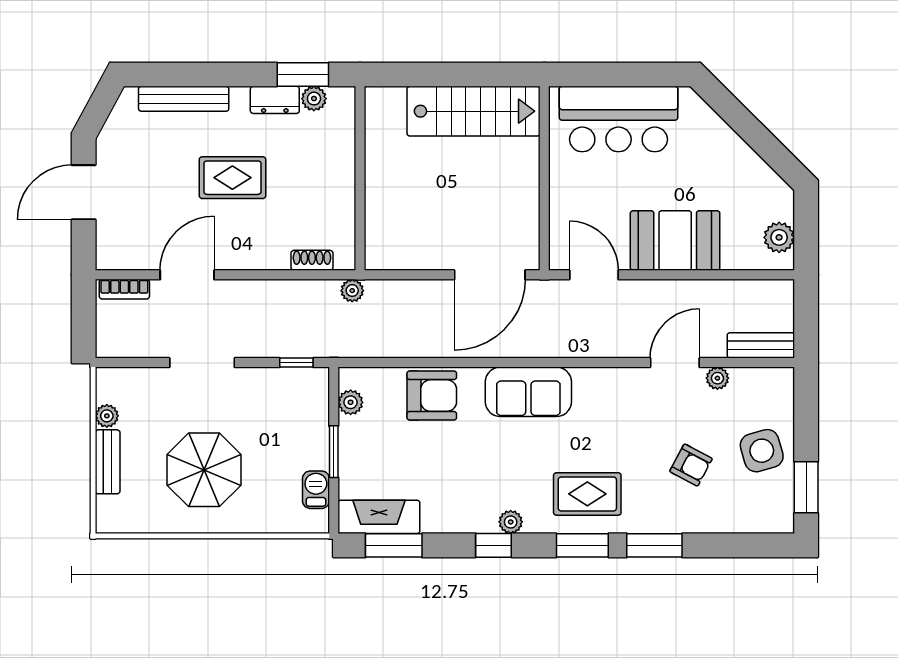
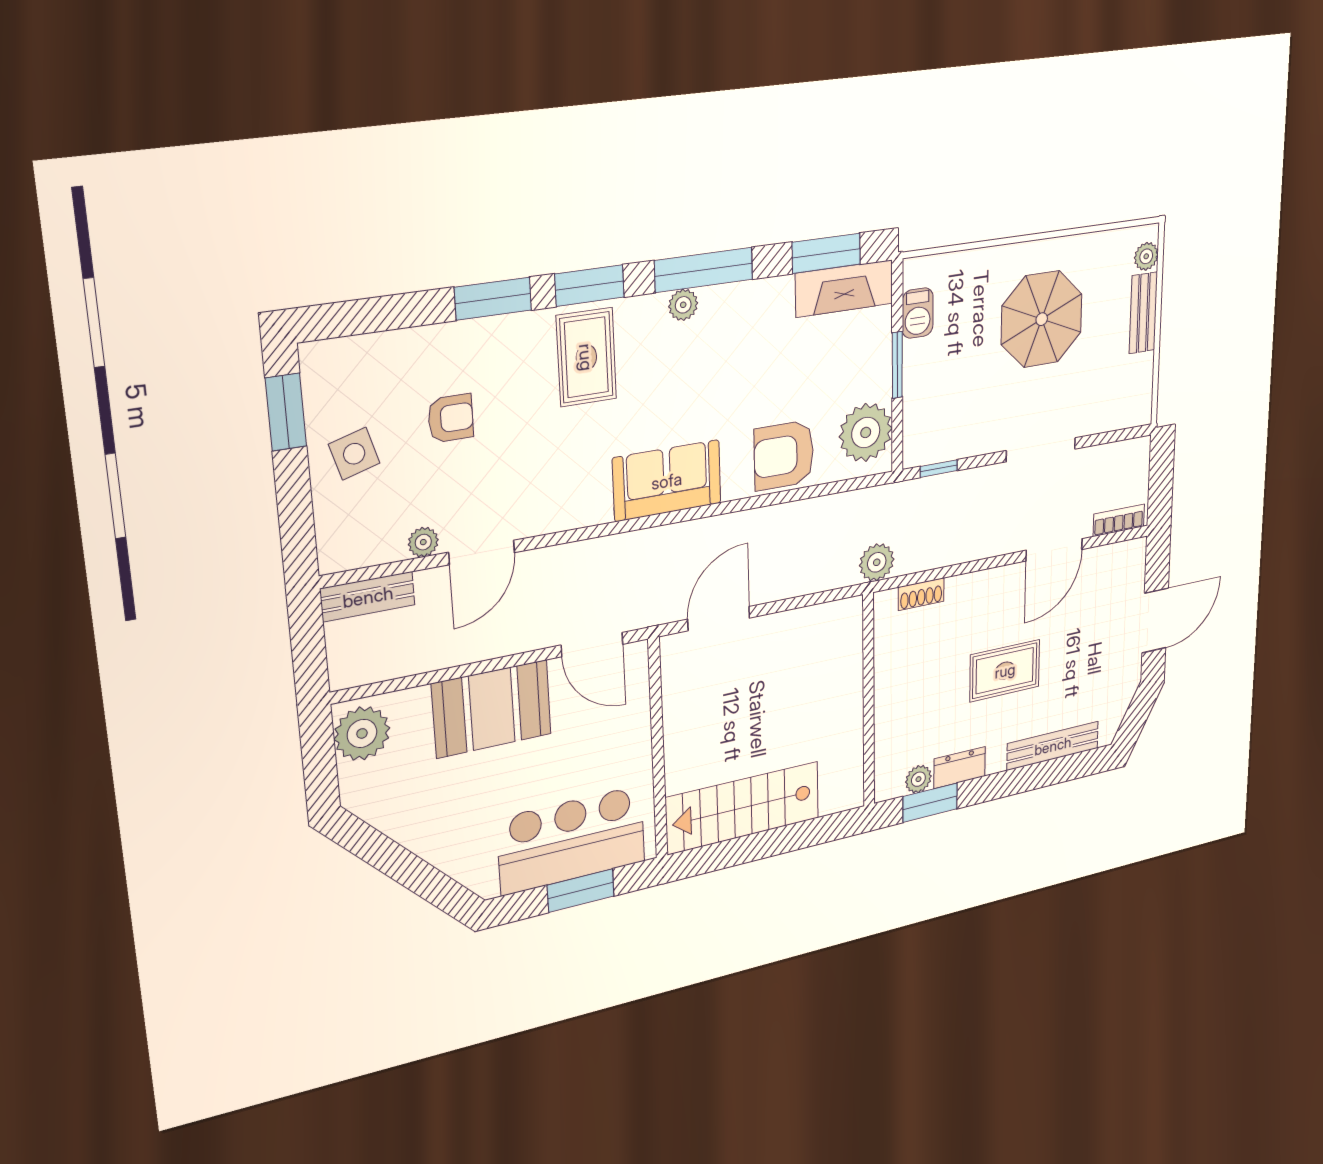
window: (613, 74) -> (581, 891), added
plant: (779, 237) -> (362, 733), width x1.36, depth x1.36
door: (490, 275) -> (719, 619), width x0.73
plant: (352, 291) -> (877, 562), width x1.38, depth x1.38
plant: (351, 402) -> (866, 432), width x1.87, depth x1.87
plant: (107, 416) -> (1146, 256), moved
side table: (762, 451) -> (354, 454), width x0.73, depth x0.73
armchair: (691, 465) -> (451, 418), turned 152
rug: (587, 494) -> (586, 357), turned 90
window: (493, 545) -> (704, 270), width x2.17

